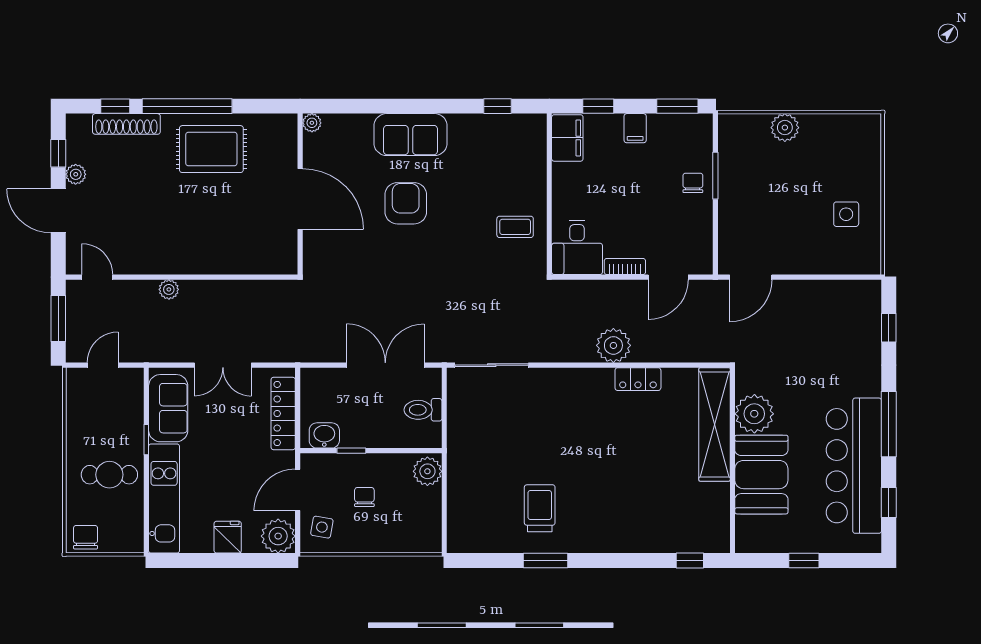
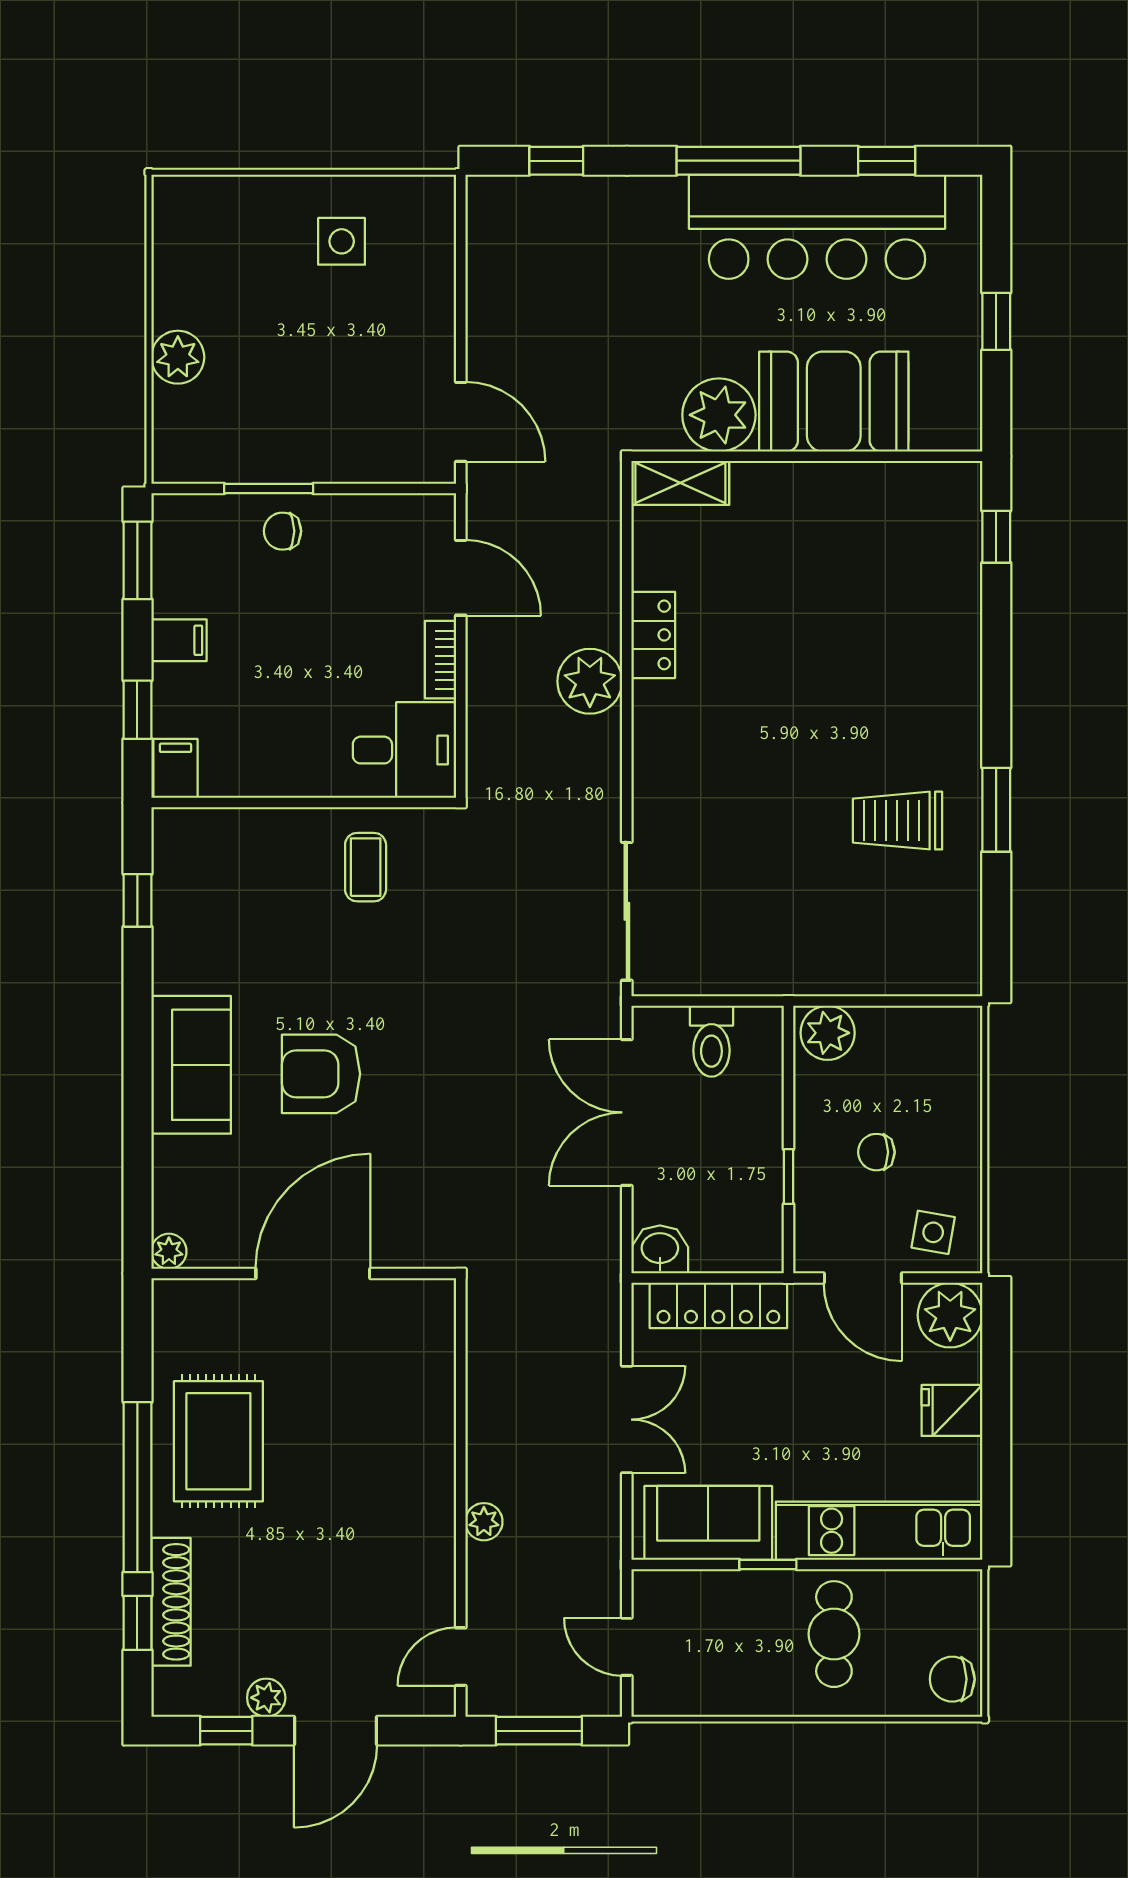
filing cabinet: (567, 138) -> (175, 768), width x0.50
shelving: (715, 424) -> (680, 483), width x0.45, depth x0.75
washbasin: (324, 435) -> (660, 1249), moved, turned 90

